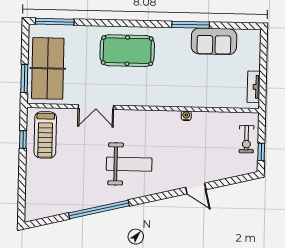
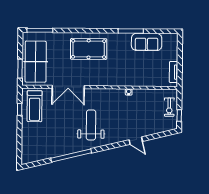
double door: (96, 107) -> (68, 87), width x1.37
weight bench: (129, 164) -> (91, 125), turned -90

